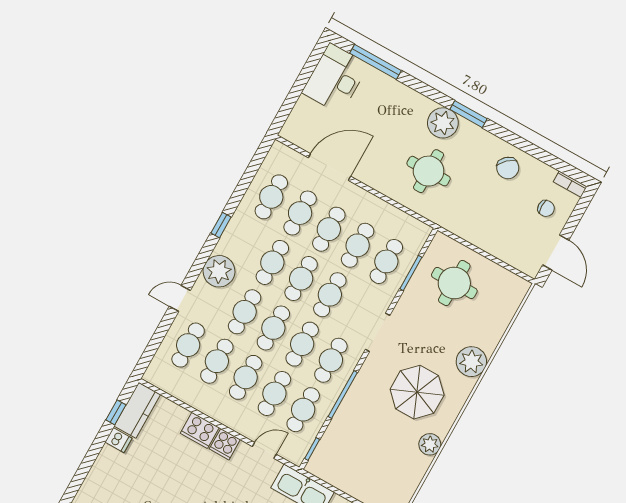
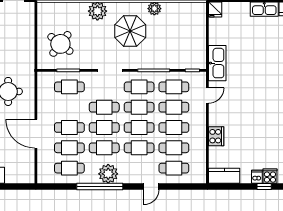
door: (329, 167) -> (36, 134), moved
window: (221, 225) -> (100, 187), width x3.17
cafe table: (358, 245) -> (69, 107), removed
plant: (219, 271) -> (108, 174), moved
round table: (454, 283) -> (60, 44), turned 38
door: (180, 298) -> (151, 187), hinge flipped
window: (116, 412) -> (264, 187), moved
dishwasher: (119, 440) -> (257, 177), moved
cooker: (225, 444) -> (270, 176), moved, turned -90
door: (264, 450) -> (207, 96), swing flipped

